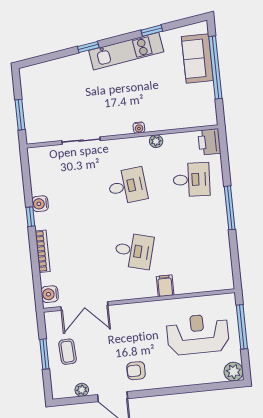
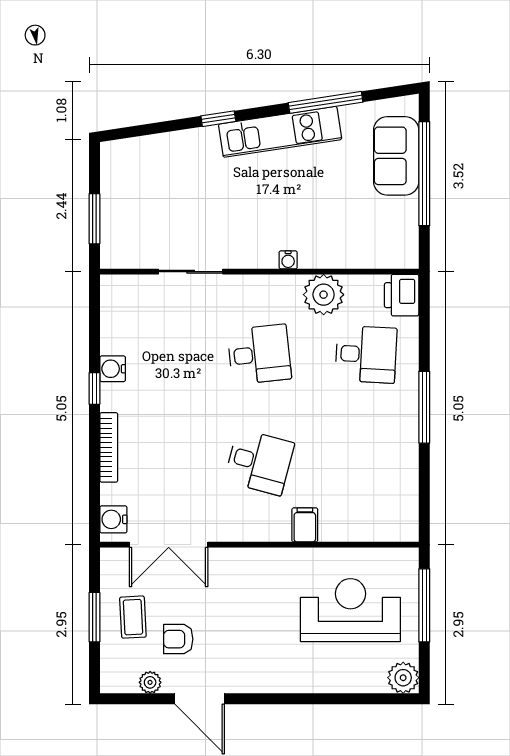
window: (152, 31) -> (326, 102), width x2.17
plant: (156, 141) -> (324, 295), width x1.87, depth x1.87
armchair: (136, 371) -> (178, 639), moved

